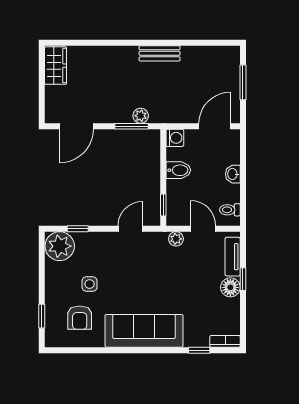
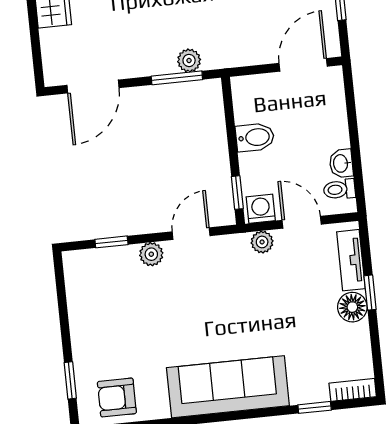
washing machine: (175, 138) -> (261, 209), moved, turned -90
washbasin: (233, 174) -> (341, 163), moved
plant: (60, 246) -> (151, 254), moved, width x0.53, depth x0.53
side table: (90, 284) -> (138, 324), removed
armchair: (80, 318) -> (117, 398), moved, turned 90

